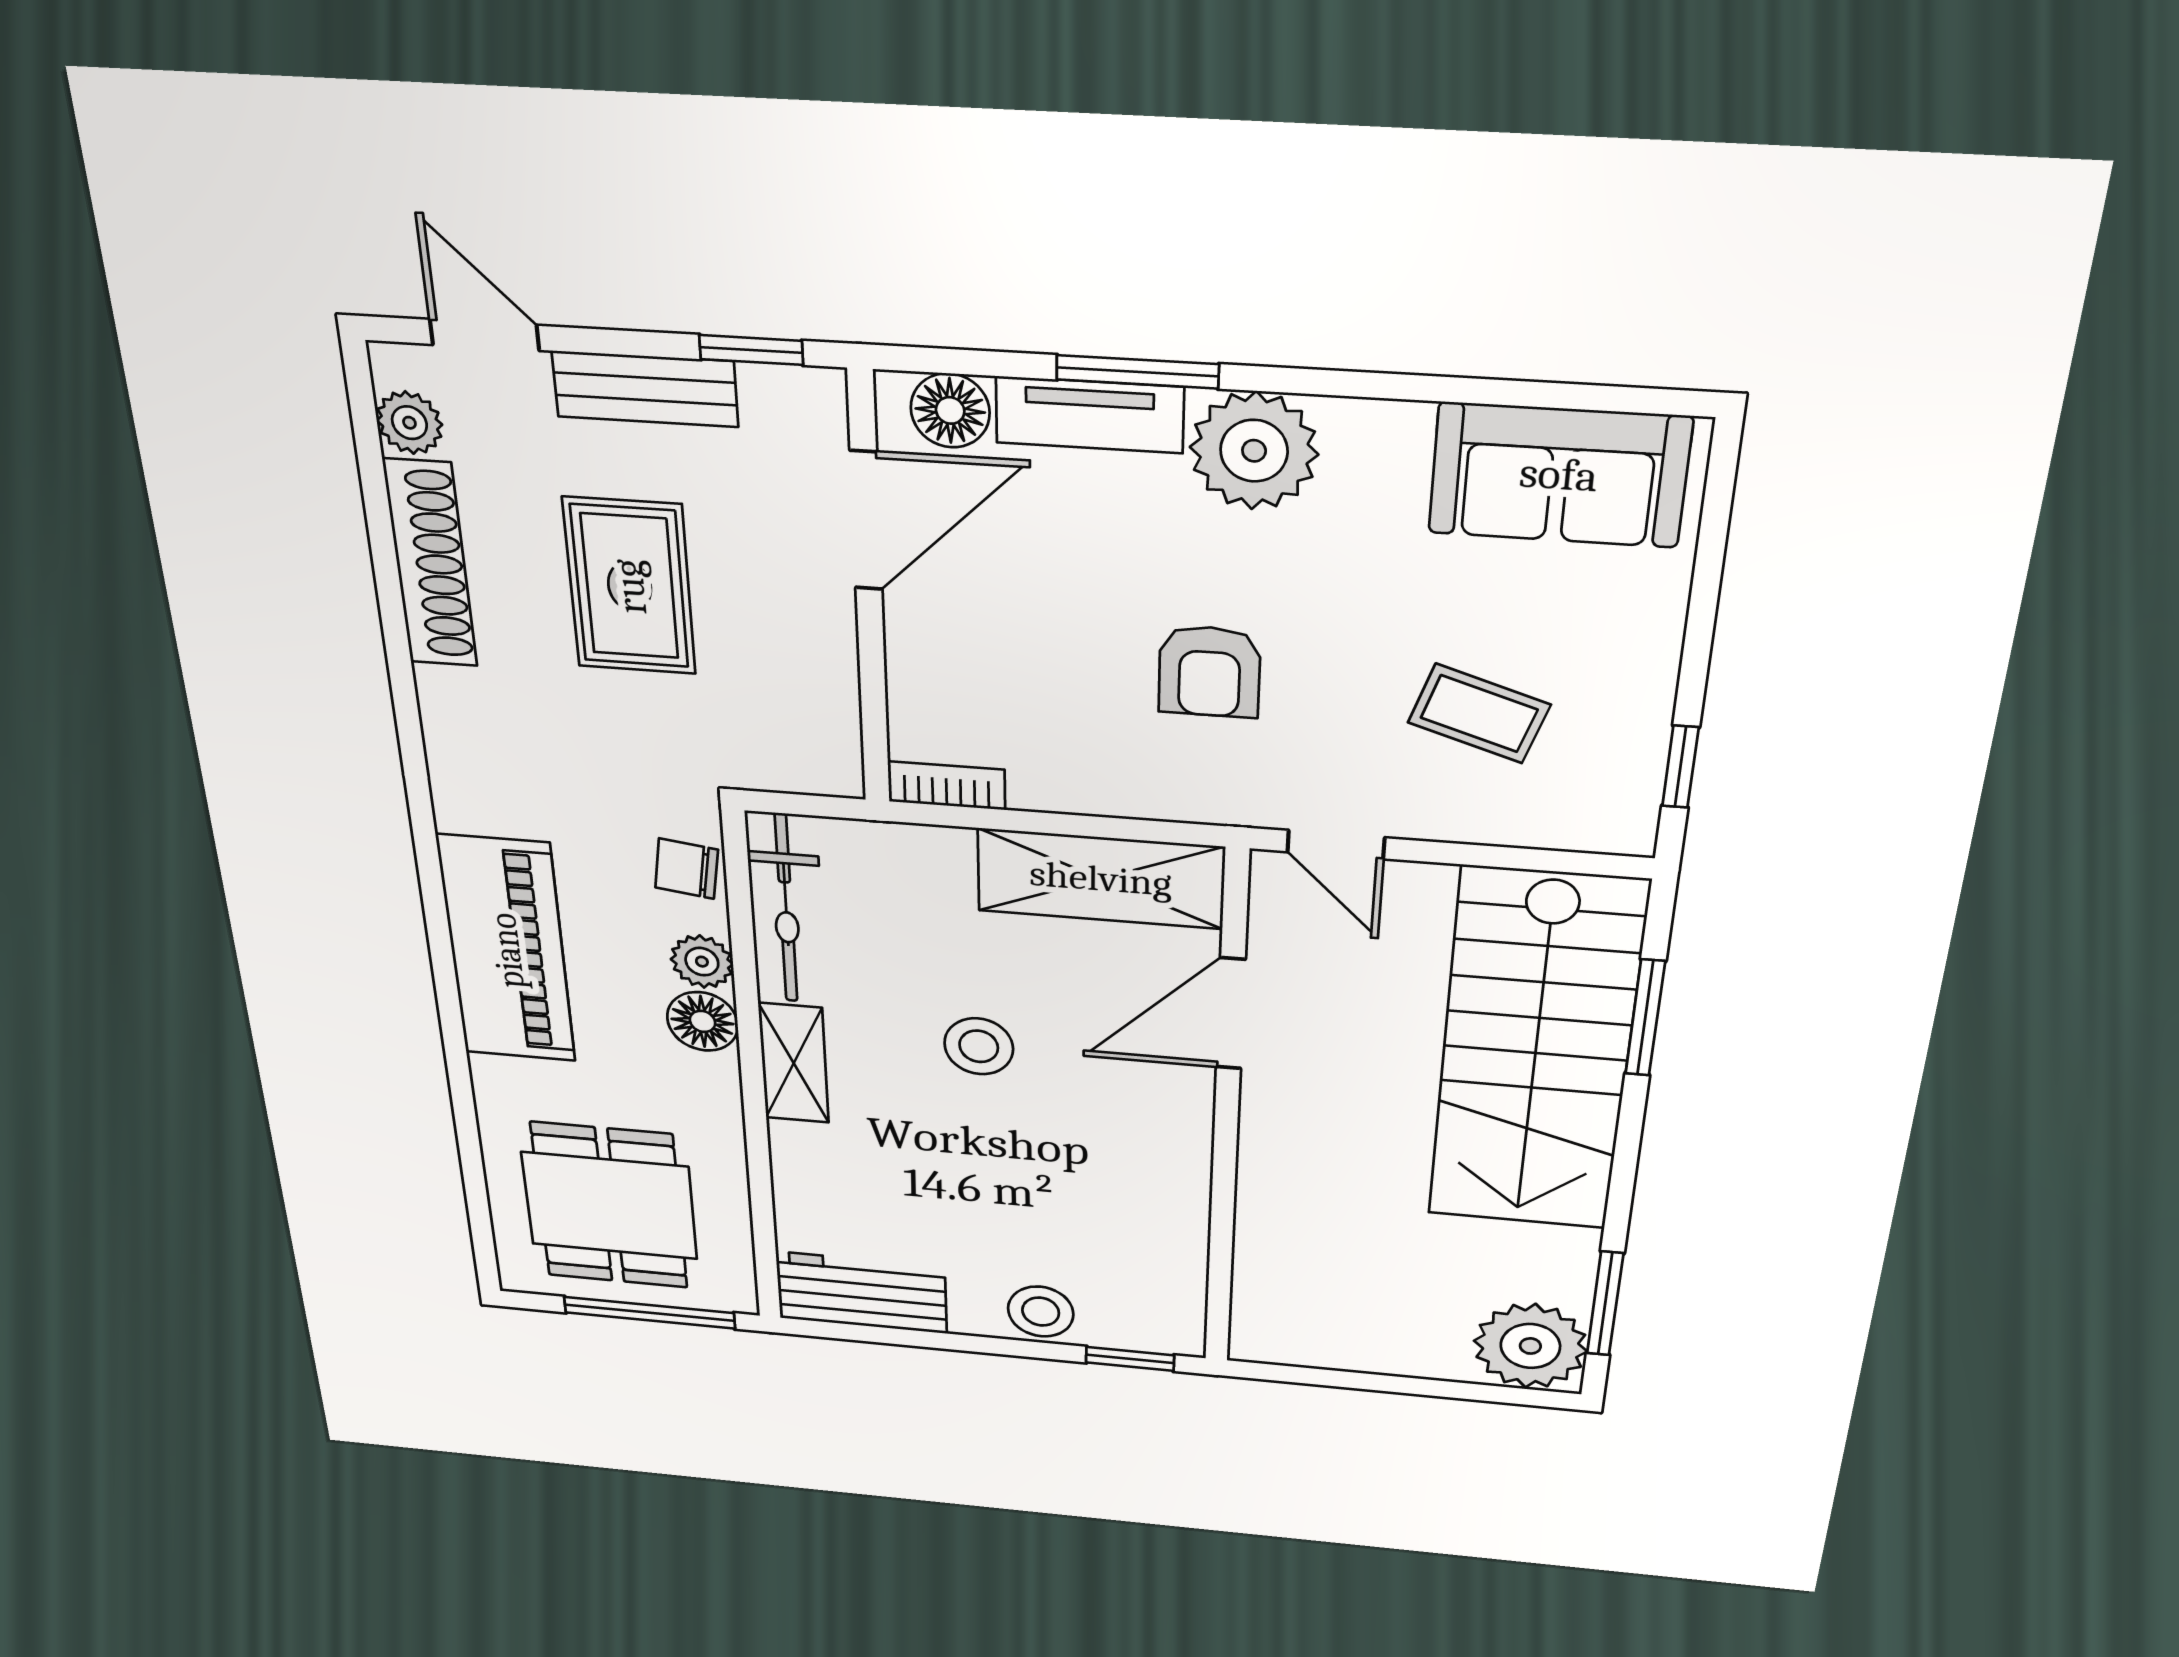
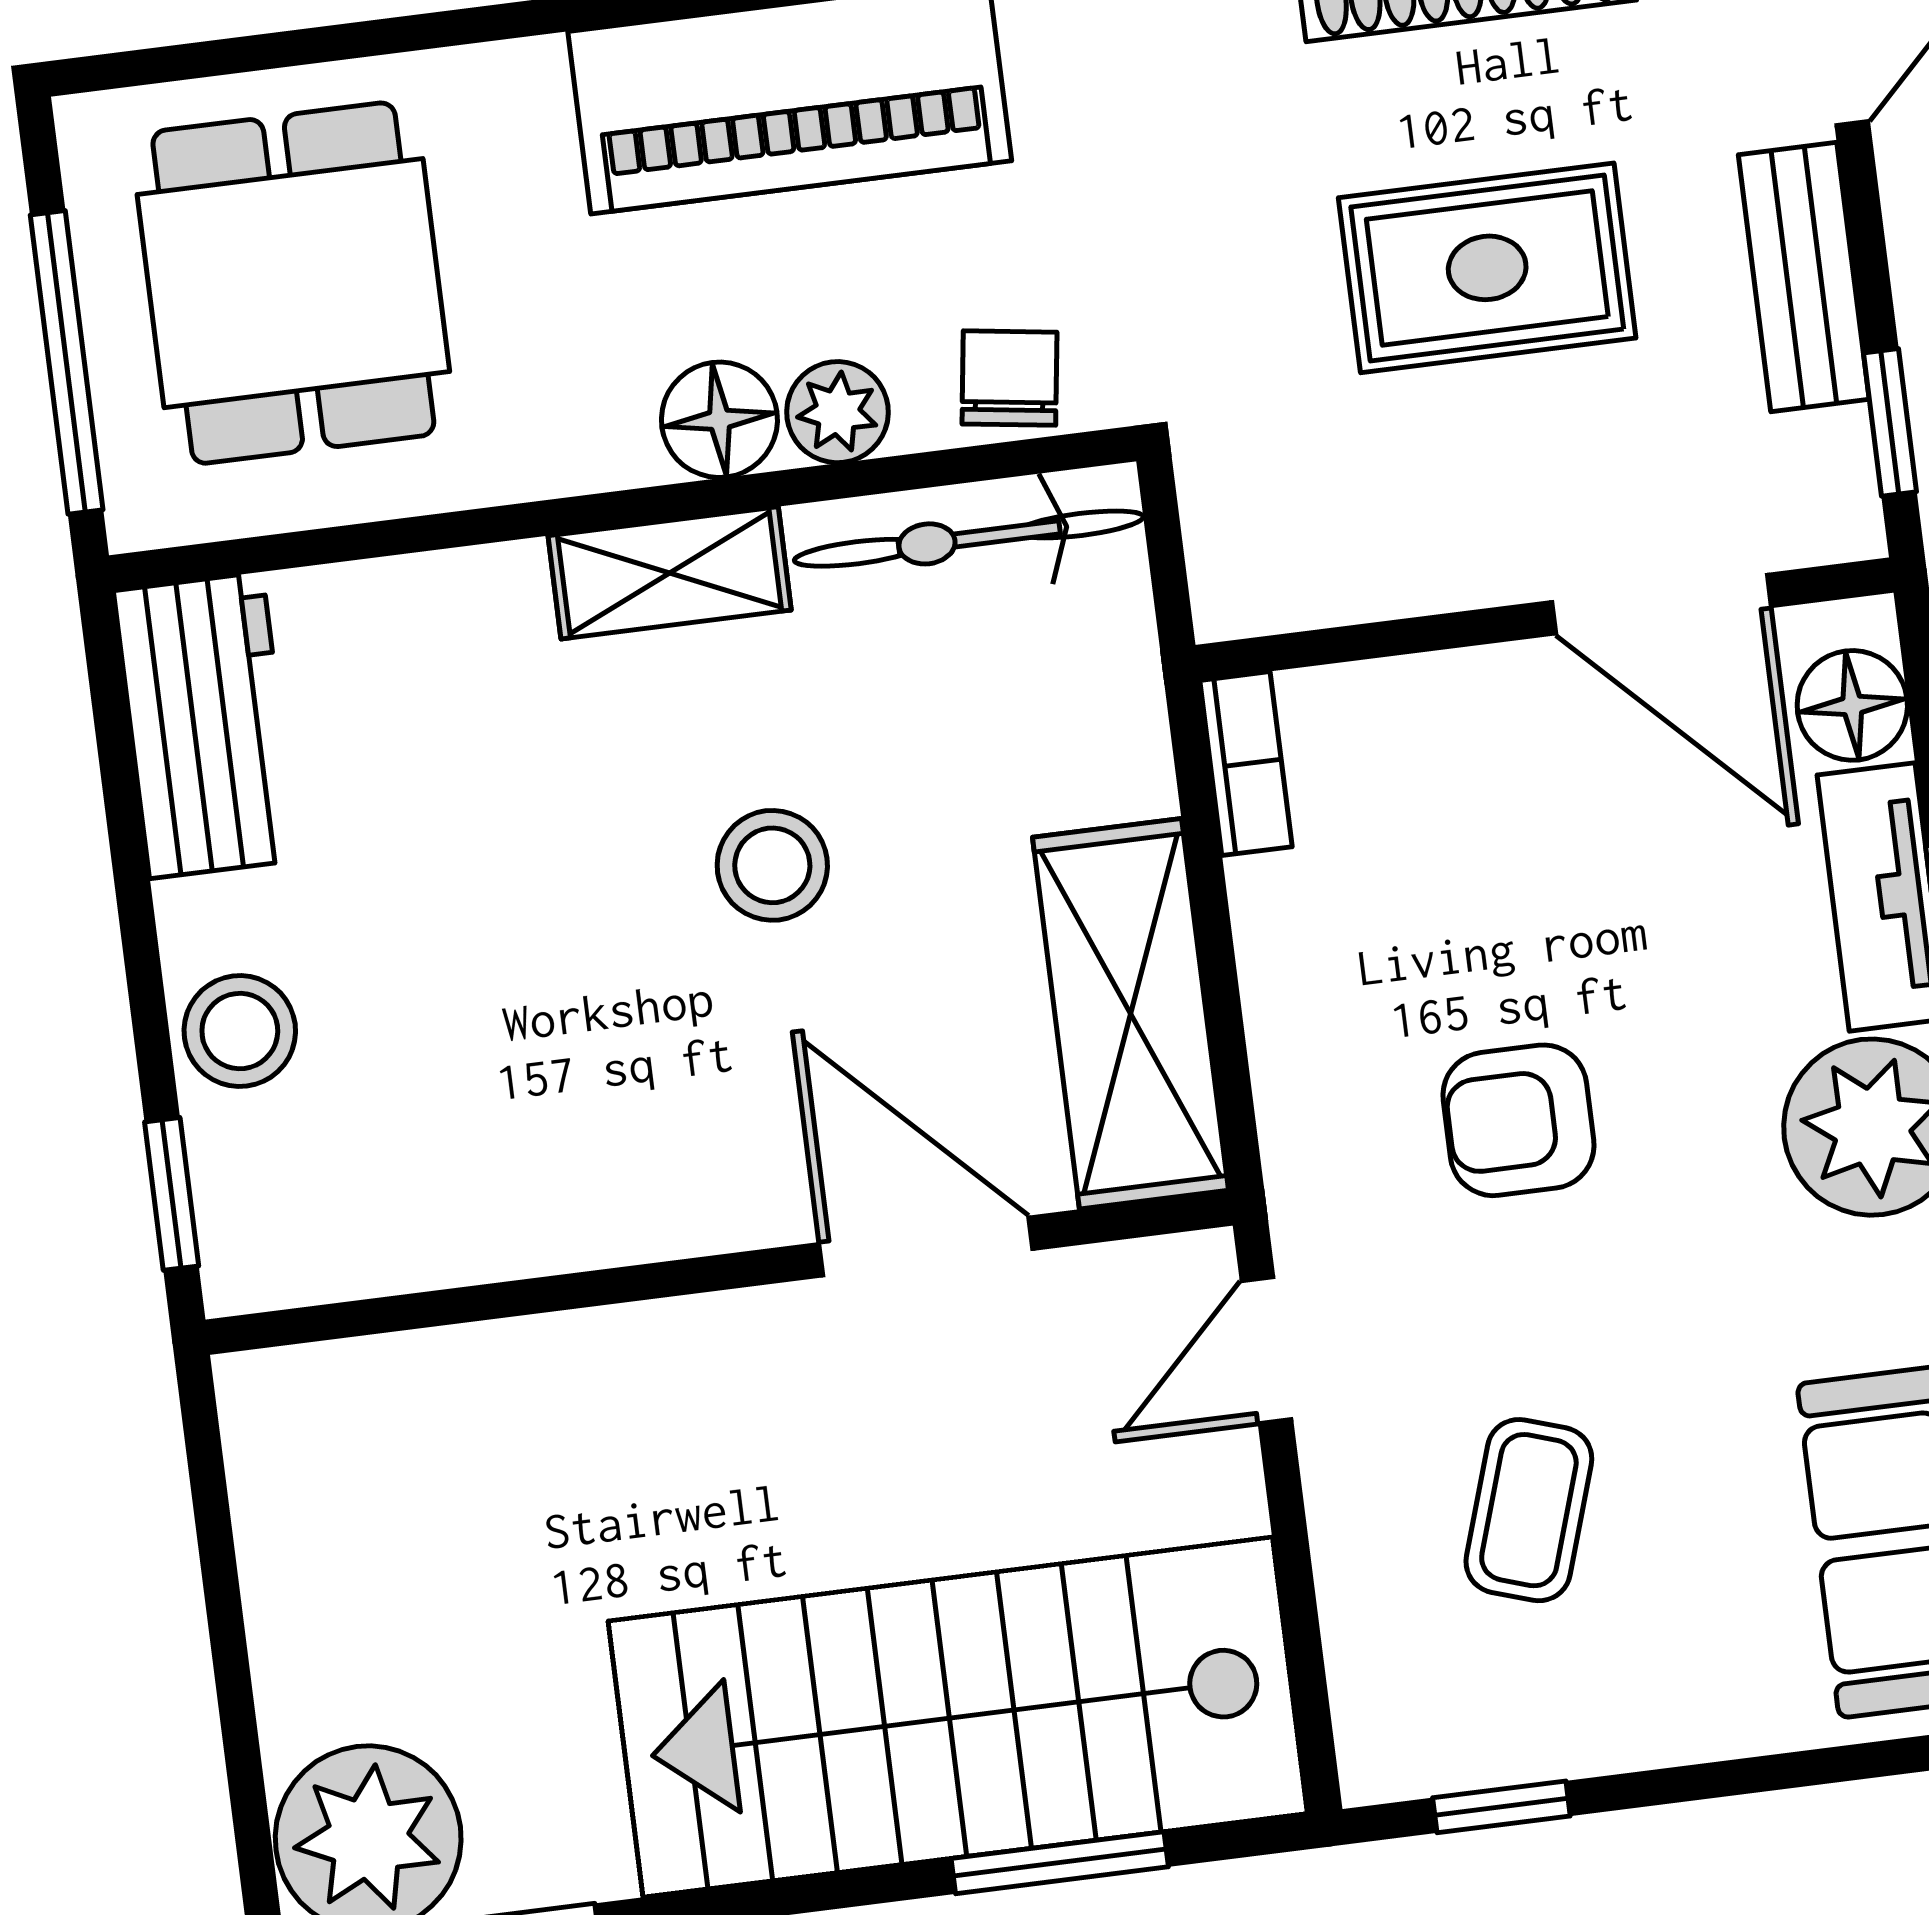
dining table: (610, 1206) -> (293, 283), turned 90

